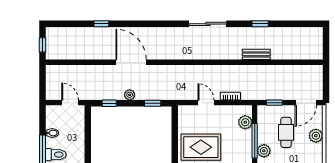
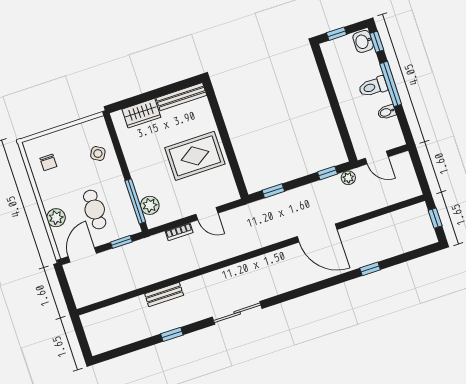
plant: (130, 95) -> (348, 178), moved
window: (255, 141) -> (135, 201), moved
plant: (264, 151) -> (115, 177), removed

